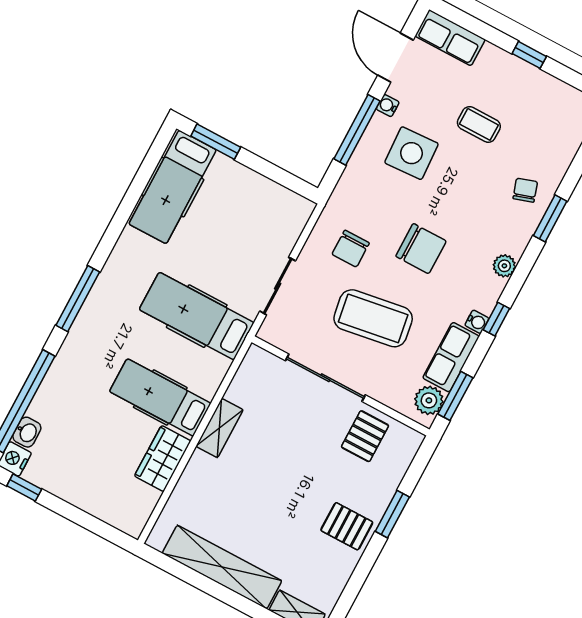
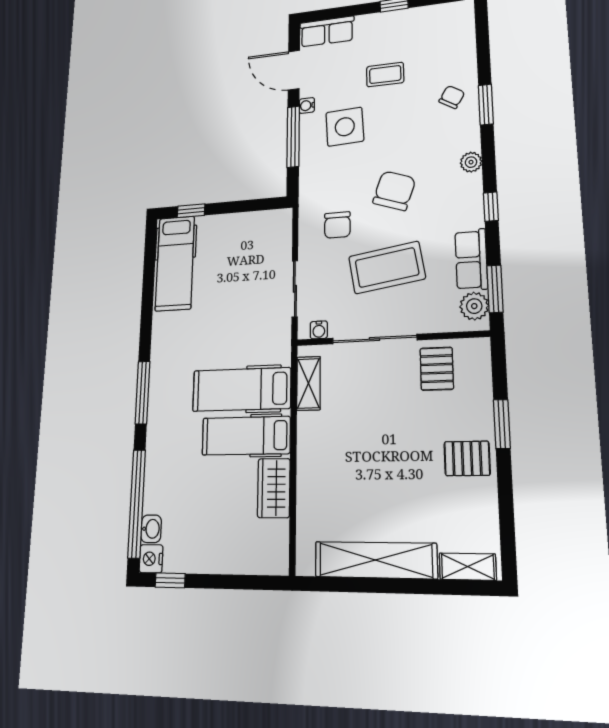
window: (216, 142) -> (191, 211), width x0.67
chair: (525, 190) -> (452, 97), turned 49
chair: (421, 249) -> (394, 191), turned -71
hospital bed: (197, 316) -> (241, 389), moved
water cooler: (477, 322) -> (319, 330), moved, turned 90
shelving: (220, 428) -> (308, 383), moved

